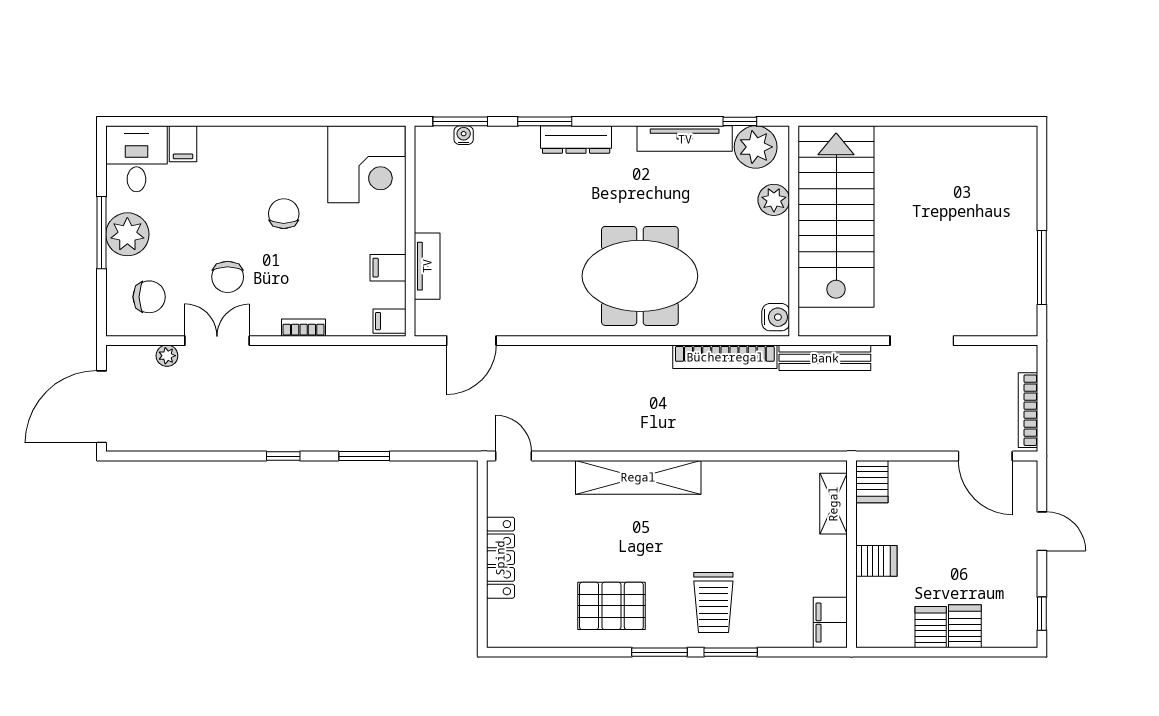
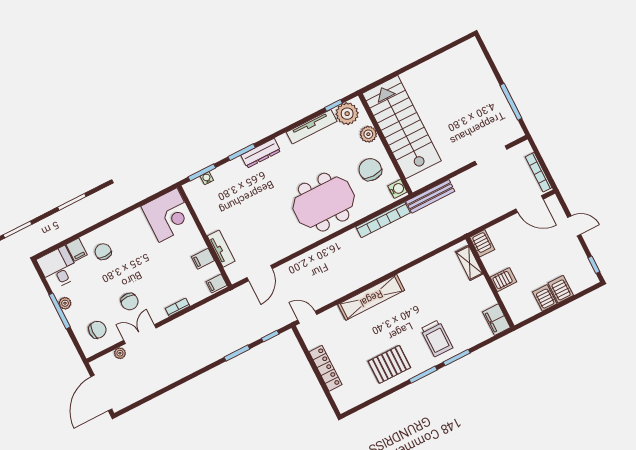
chair: (284, 214) -> (103, 252), moved
plant: (127, 234) -> (65, 303), width x0.53, depth x0.53
chair: (747, 261) -> (370, 170), added
doorway: (922, 341) -> (491, 155), moved
window: (283, 456) -> (270, 336), moved

